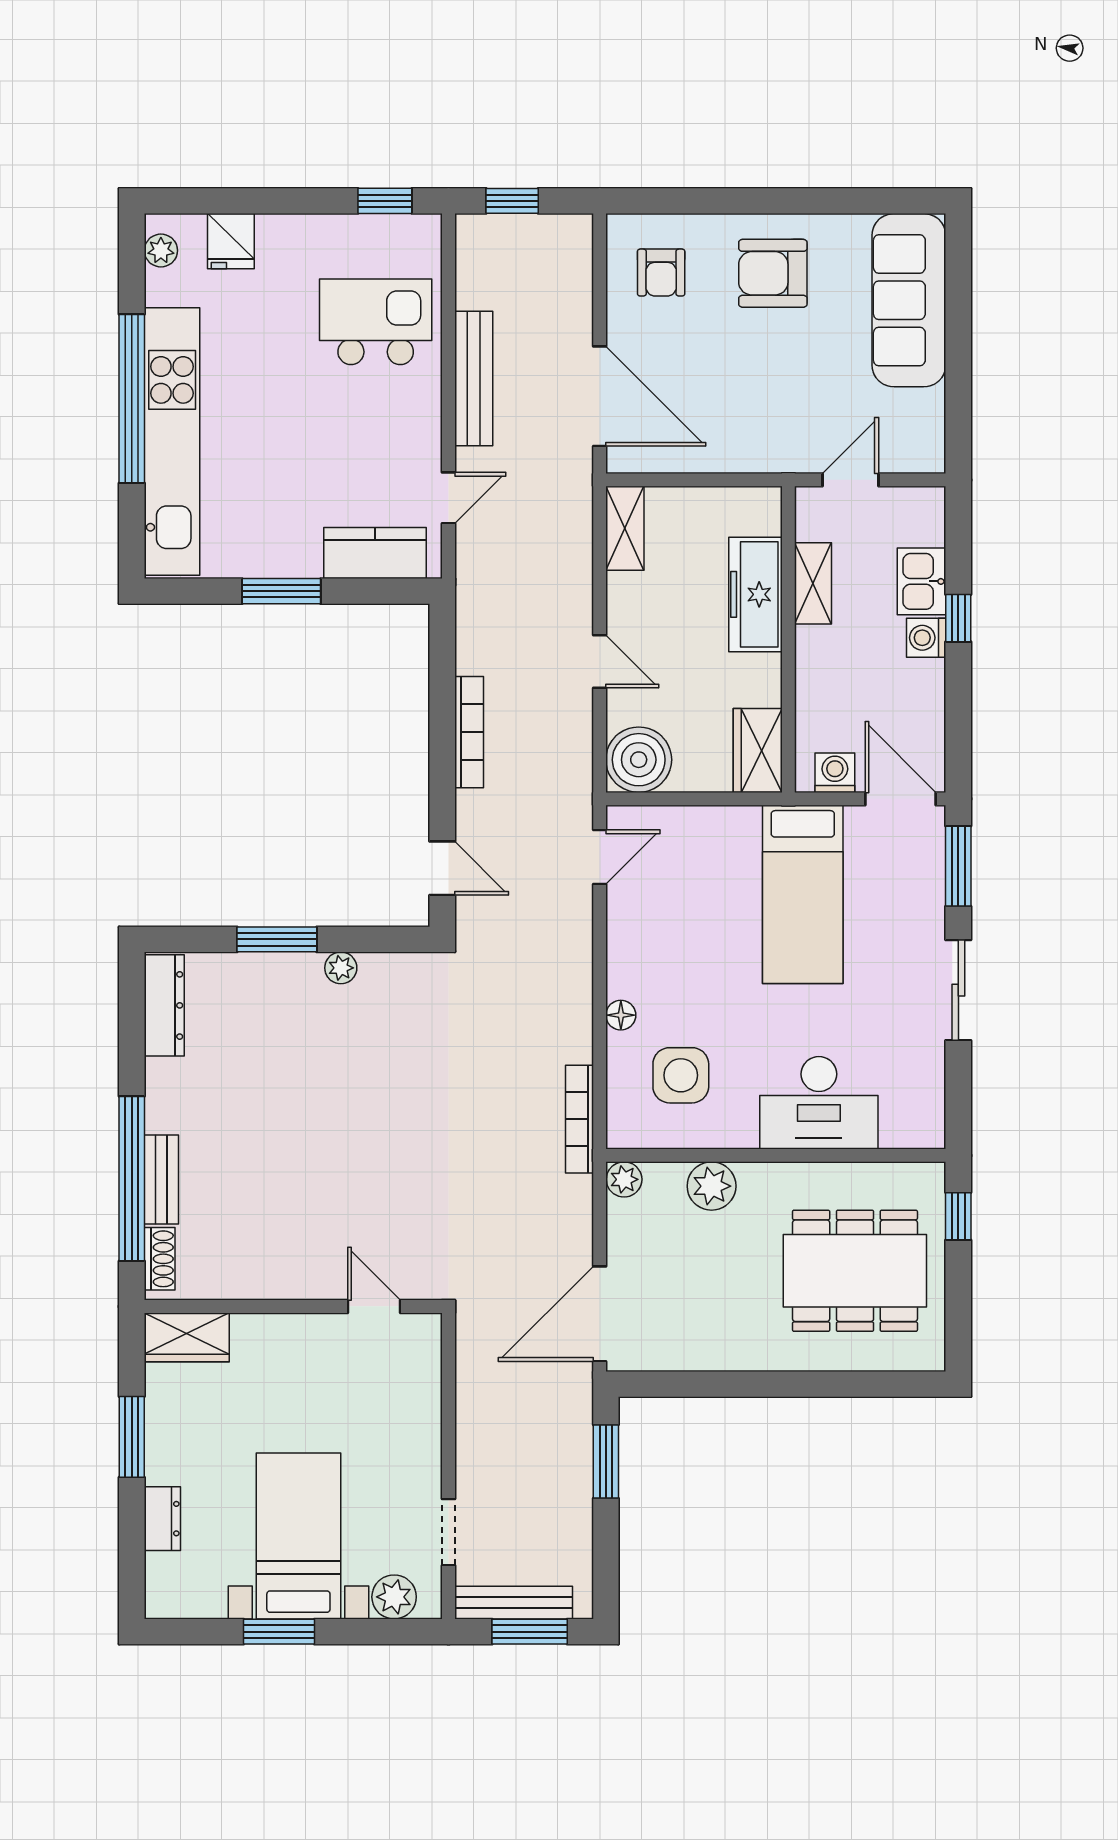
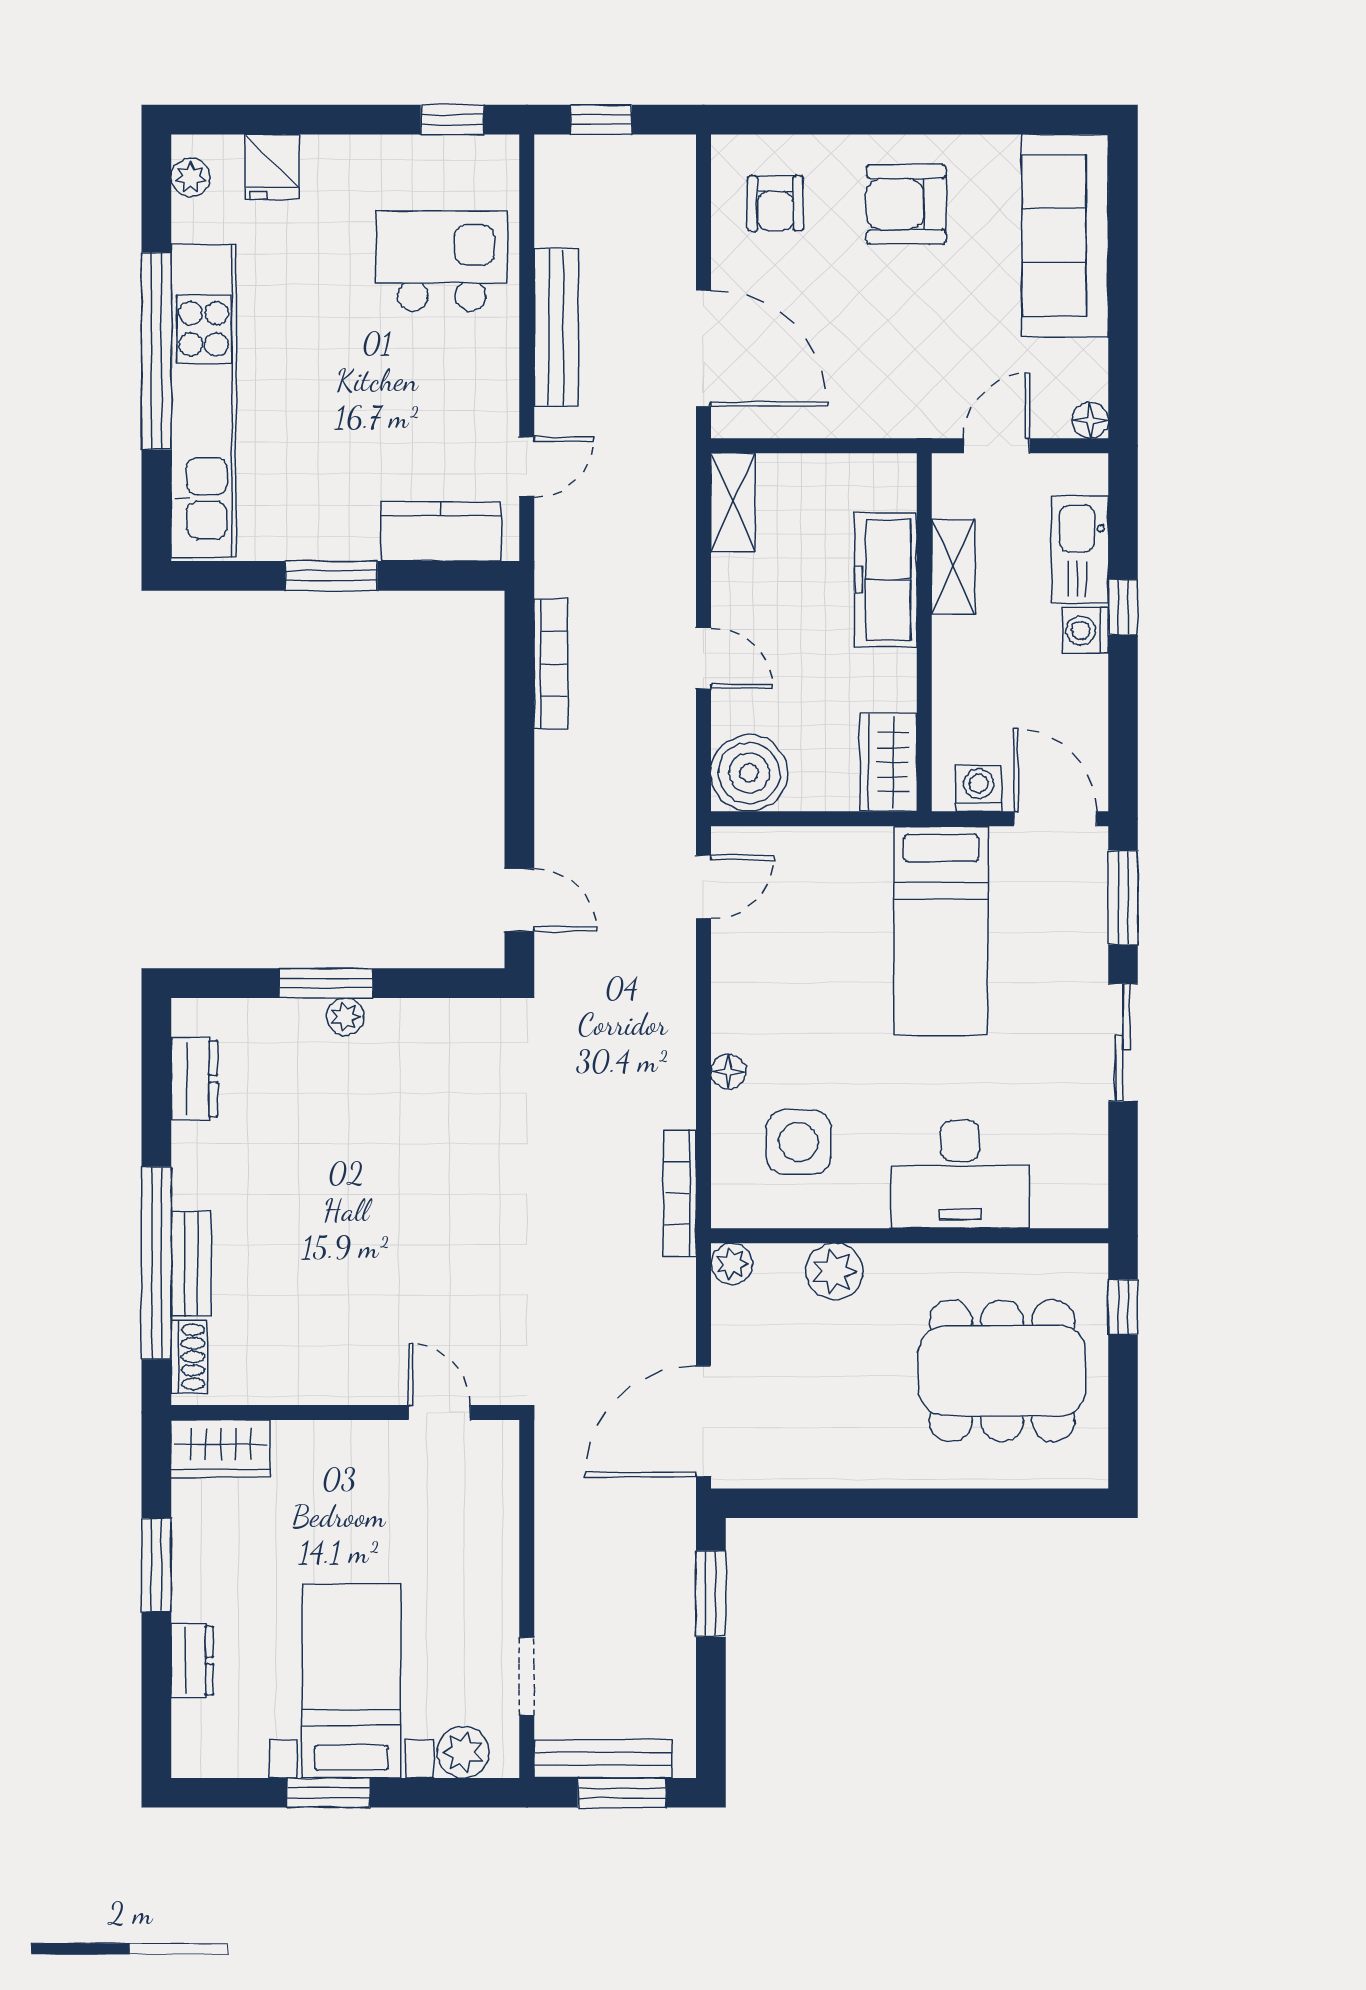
floor lamp: (930, 458) -> (1090, 420), added
kitchen sink: (922, 581) -> (1080, 550), width x1.38
bookcase: (469, 732) -> (551, 664), moved
plant: (341, 968) -> (345, 1017), moved
dresser: (164, 1005) -> (194, 1078), width x0.70

